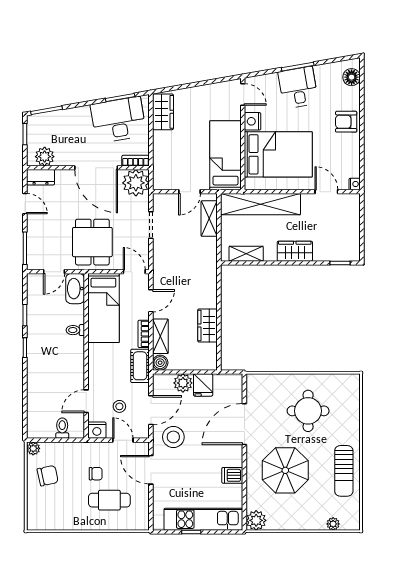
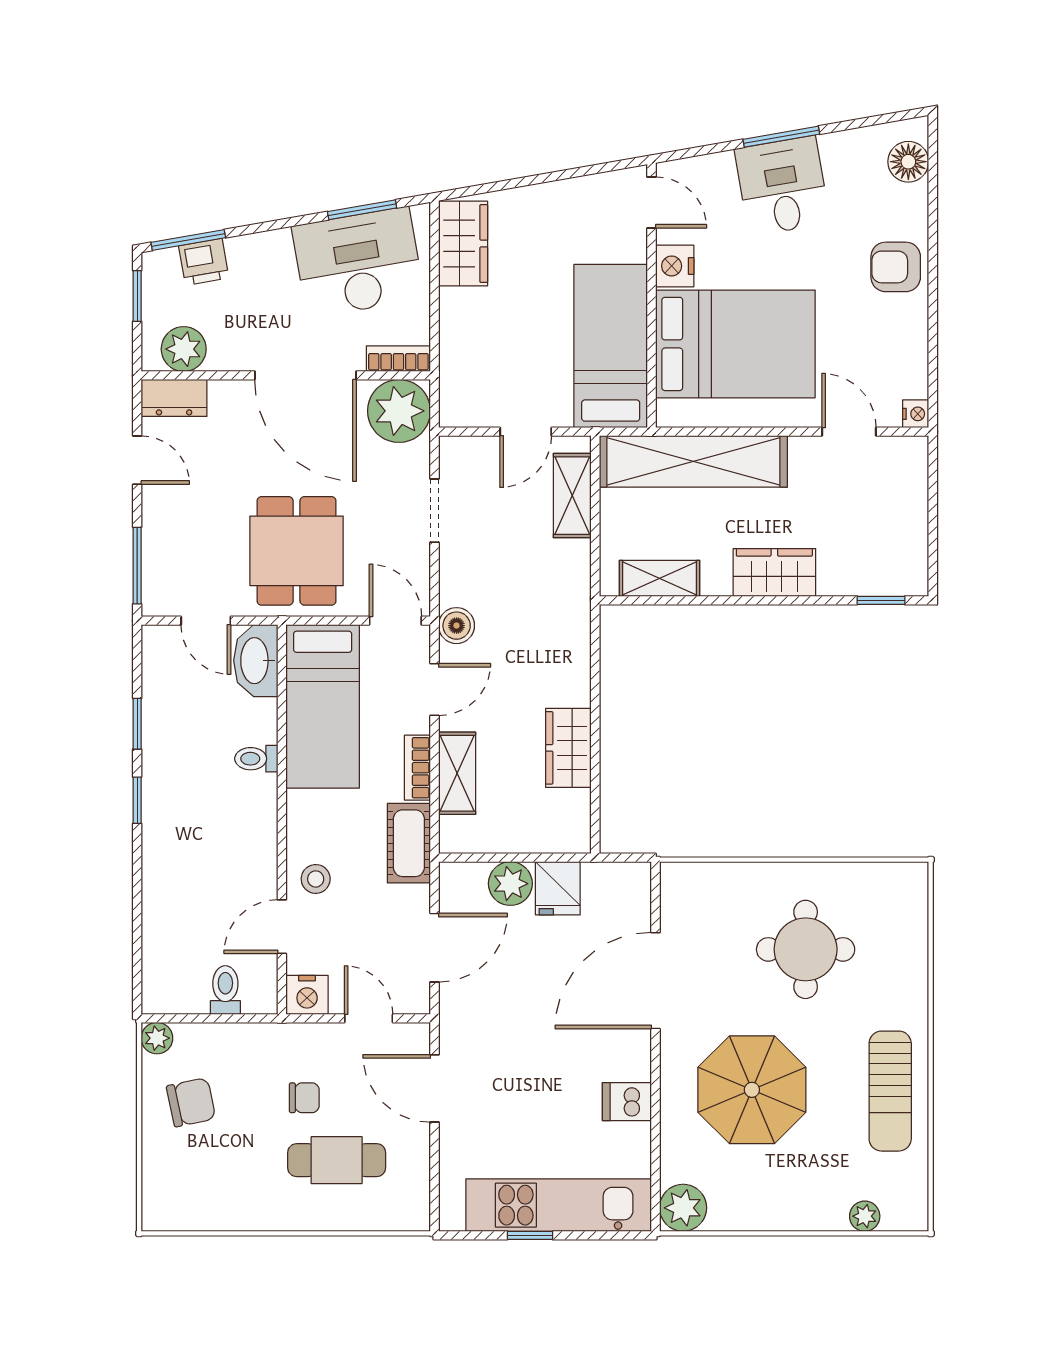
printer: (53, 120) -> (204, 262), added
door: (54, 272) -> (206, 621), hinge flipped
boiler: (160, 363) -> (457, 626), moved
stool: (119, 406) -> (316, 879), moved
stool: (173, 437) -> (488, 1011), removed

